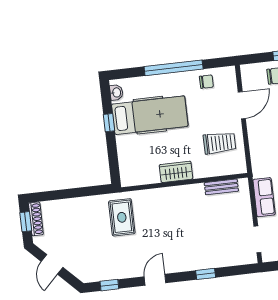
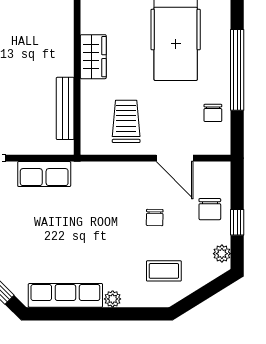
trolley: (220, 143) -> (126, 121), turned 180
bench: (221, 187) -> (65, 108), width x1.36

